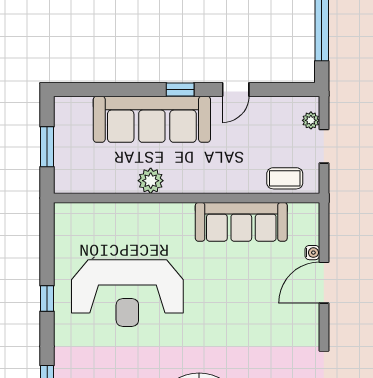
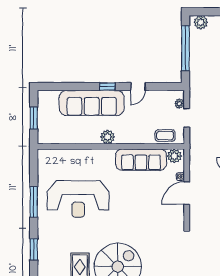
plant: (151, 181) -> (108, 137), moved
plant: (302, 215) -> (174, 156), added
window: (47, 298) -> (34, 202), width x2.17

